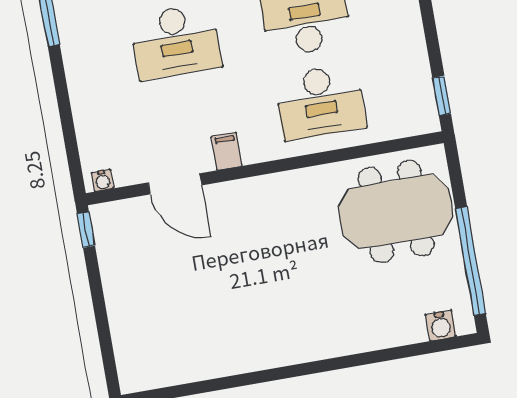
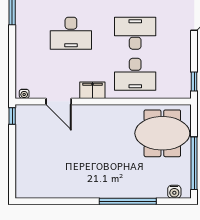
filing cabinet: (227, 151) -> (92, 90), width x2.00
window: (350, 361) -> (128, 201), added

